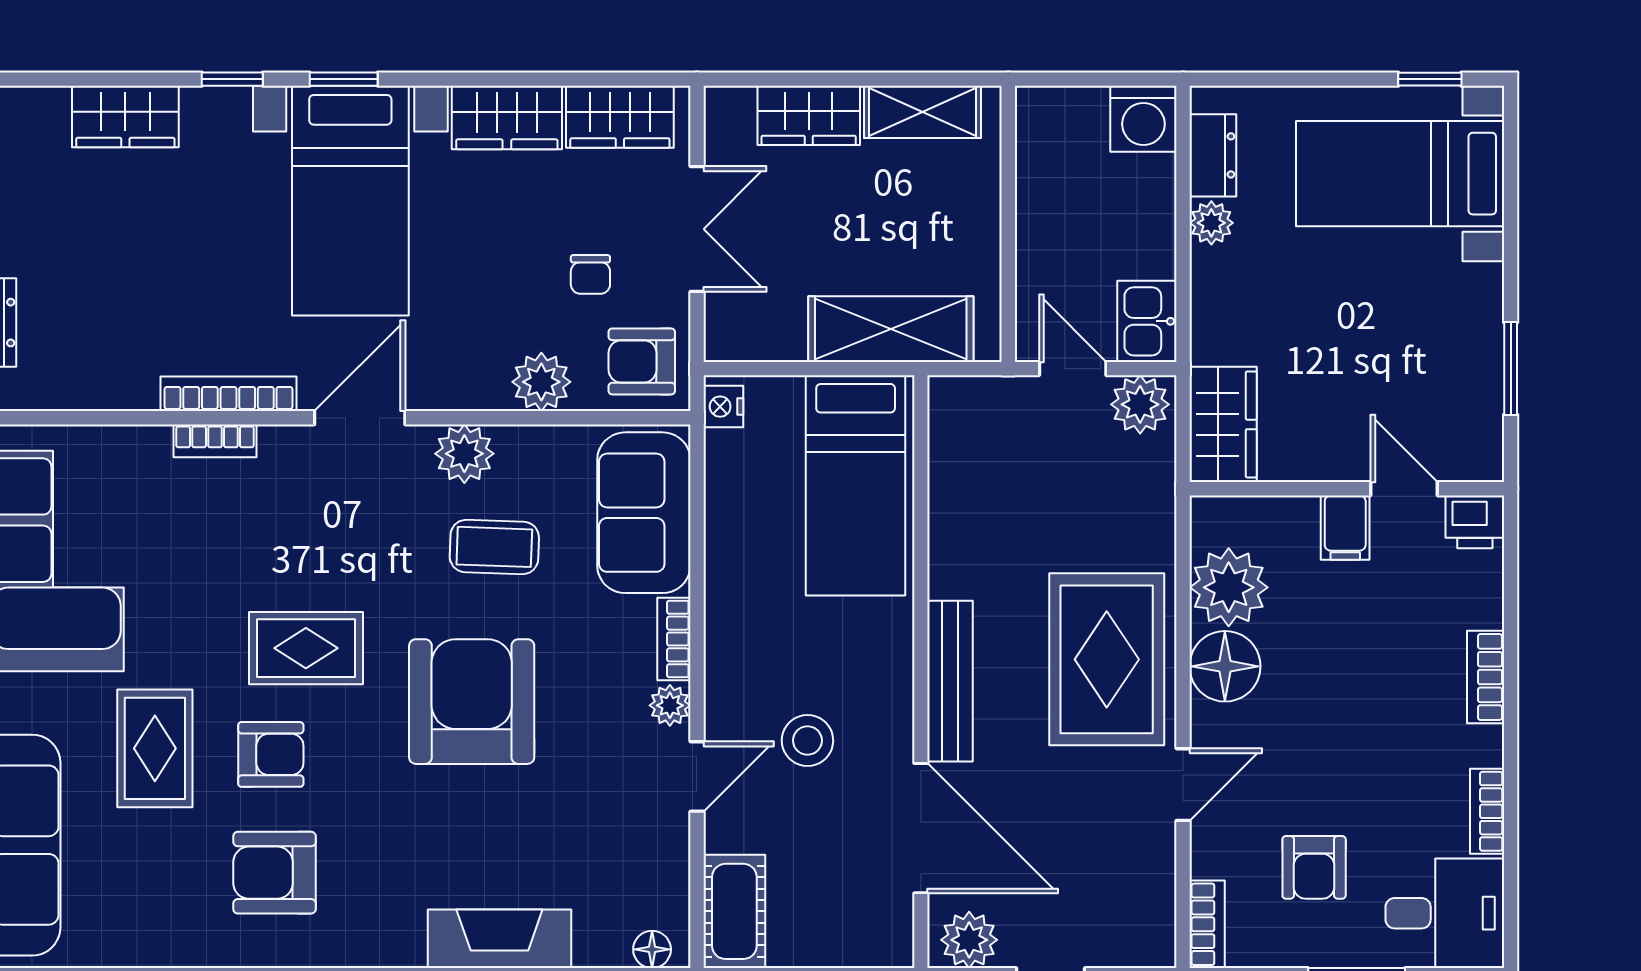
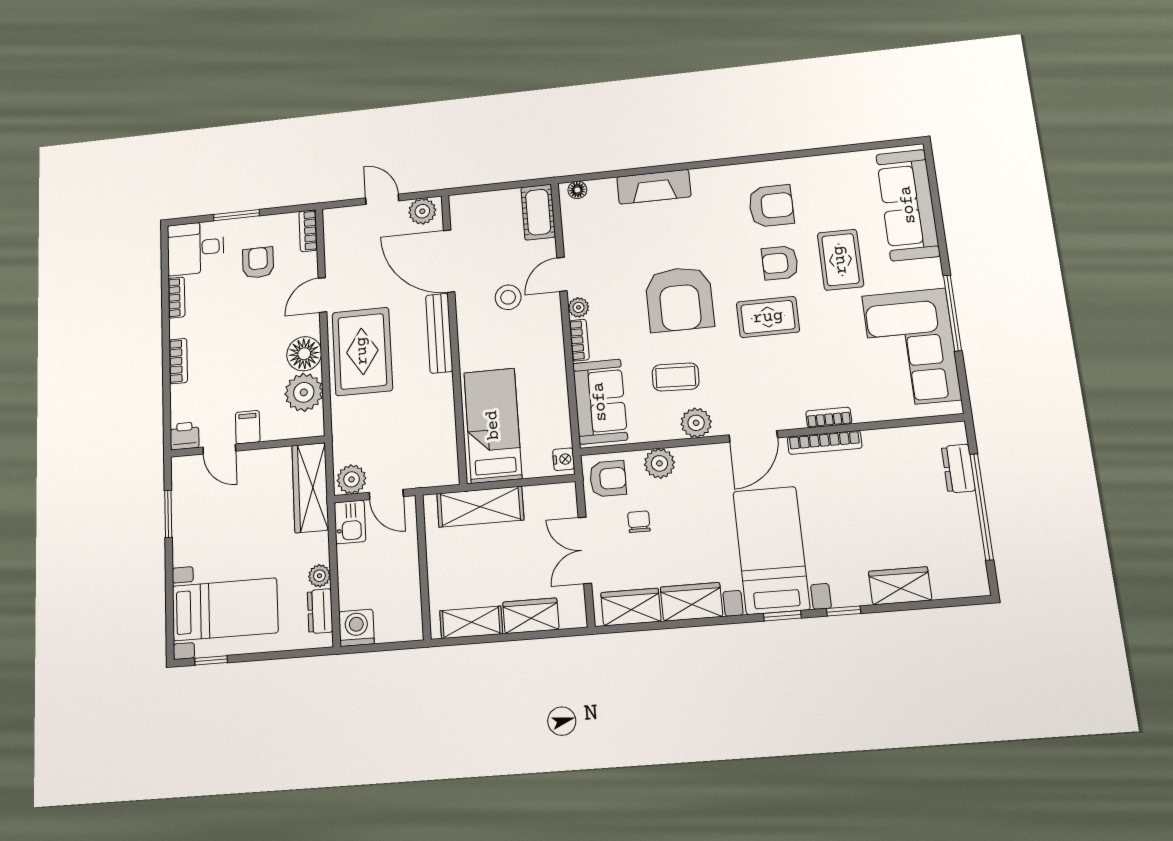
wardrobe: (1223, 424) -> (310, 488), width x1.50

